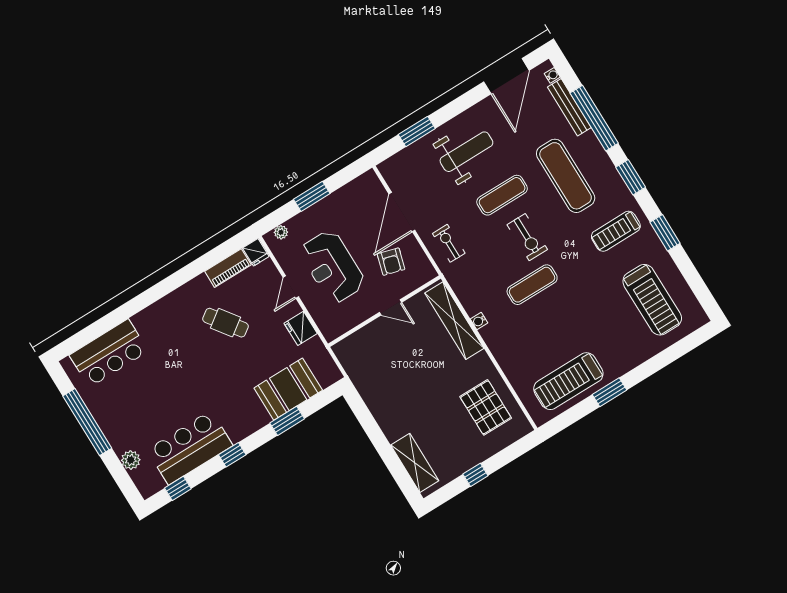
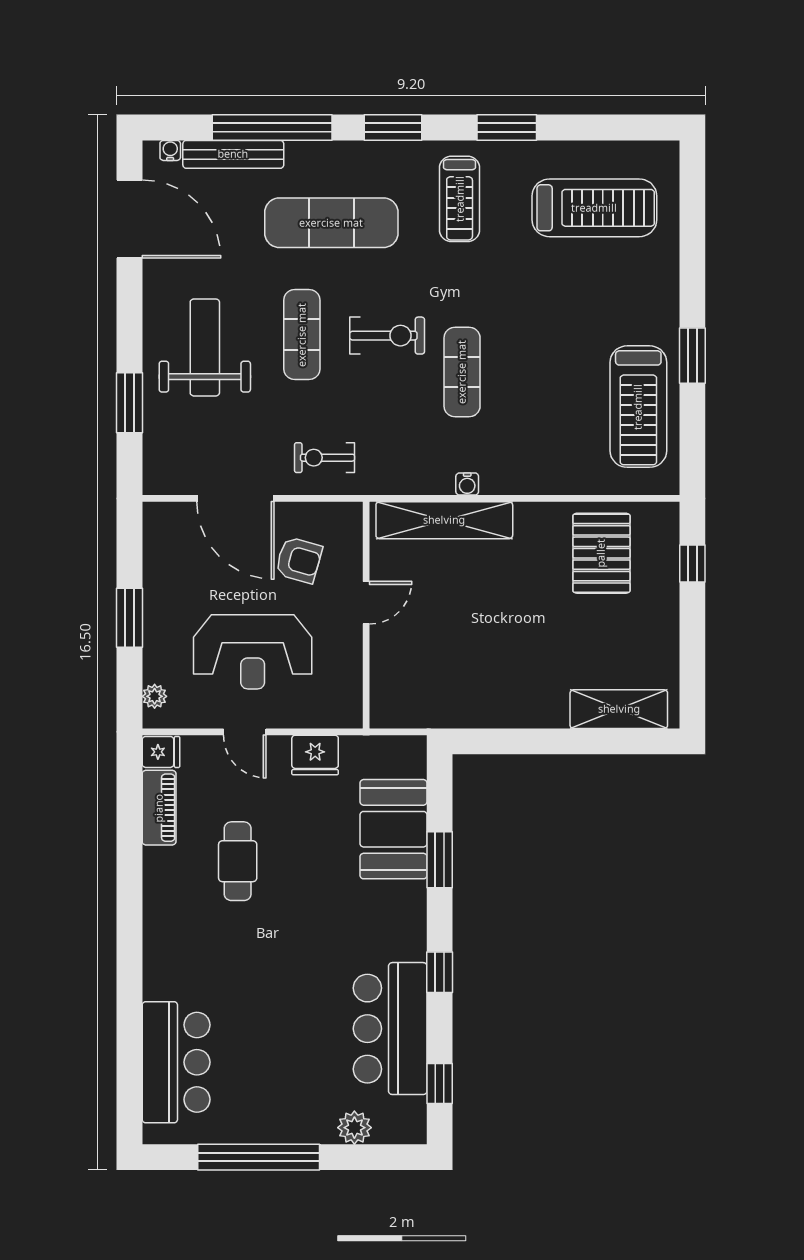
cafe table: (225, 323) -> (238, 861), turned -54
pallet: (486, 407) -> (601, 553), turned 90
window: (475, 475) -> (692, 563), moved

